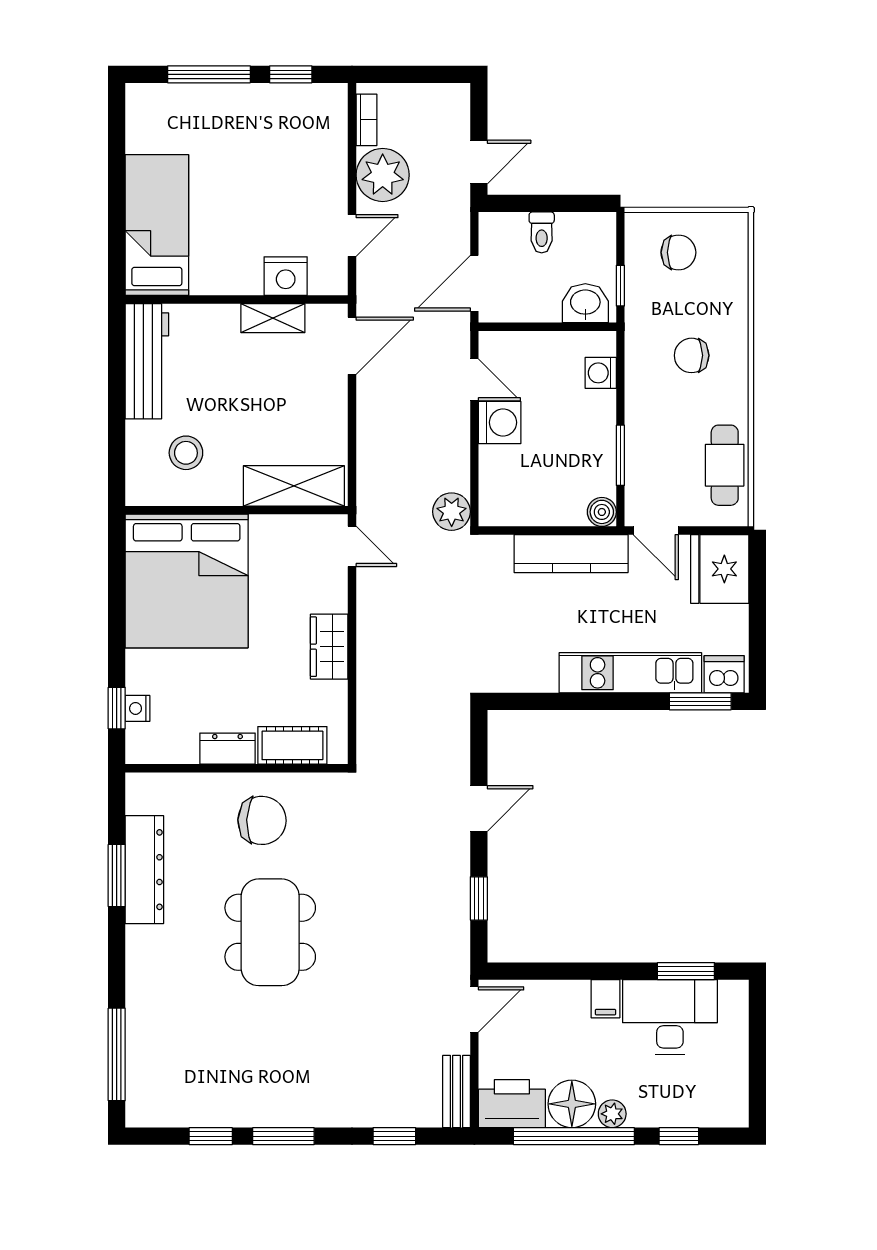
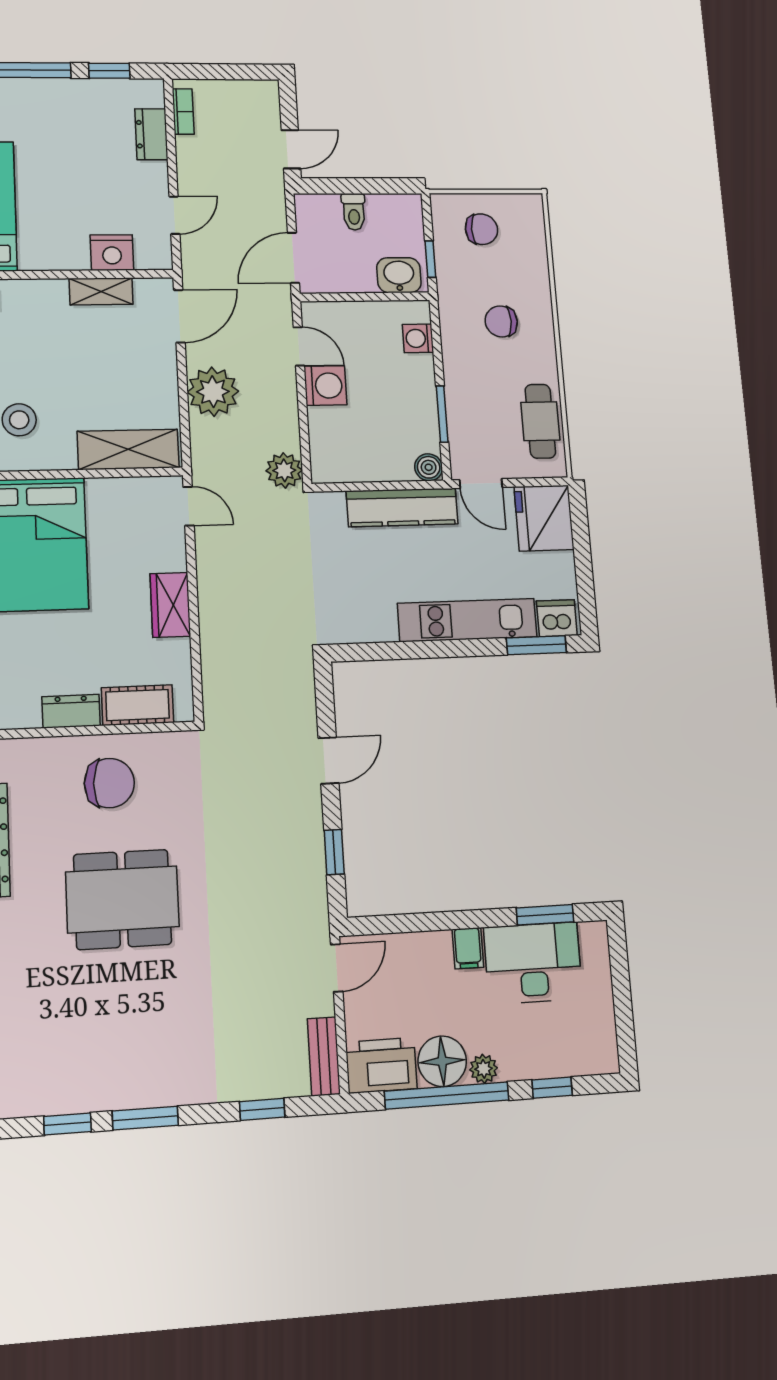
dresser: (332, 146) -> (151, 134), added
plant: (383, 175) -> (213, 392), moved
dining table: (270, 932) -> (122, 899), turned 90

